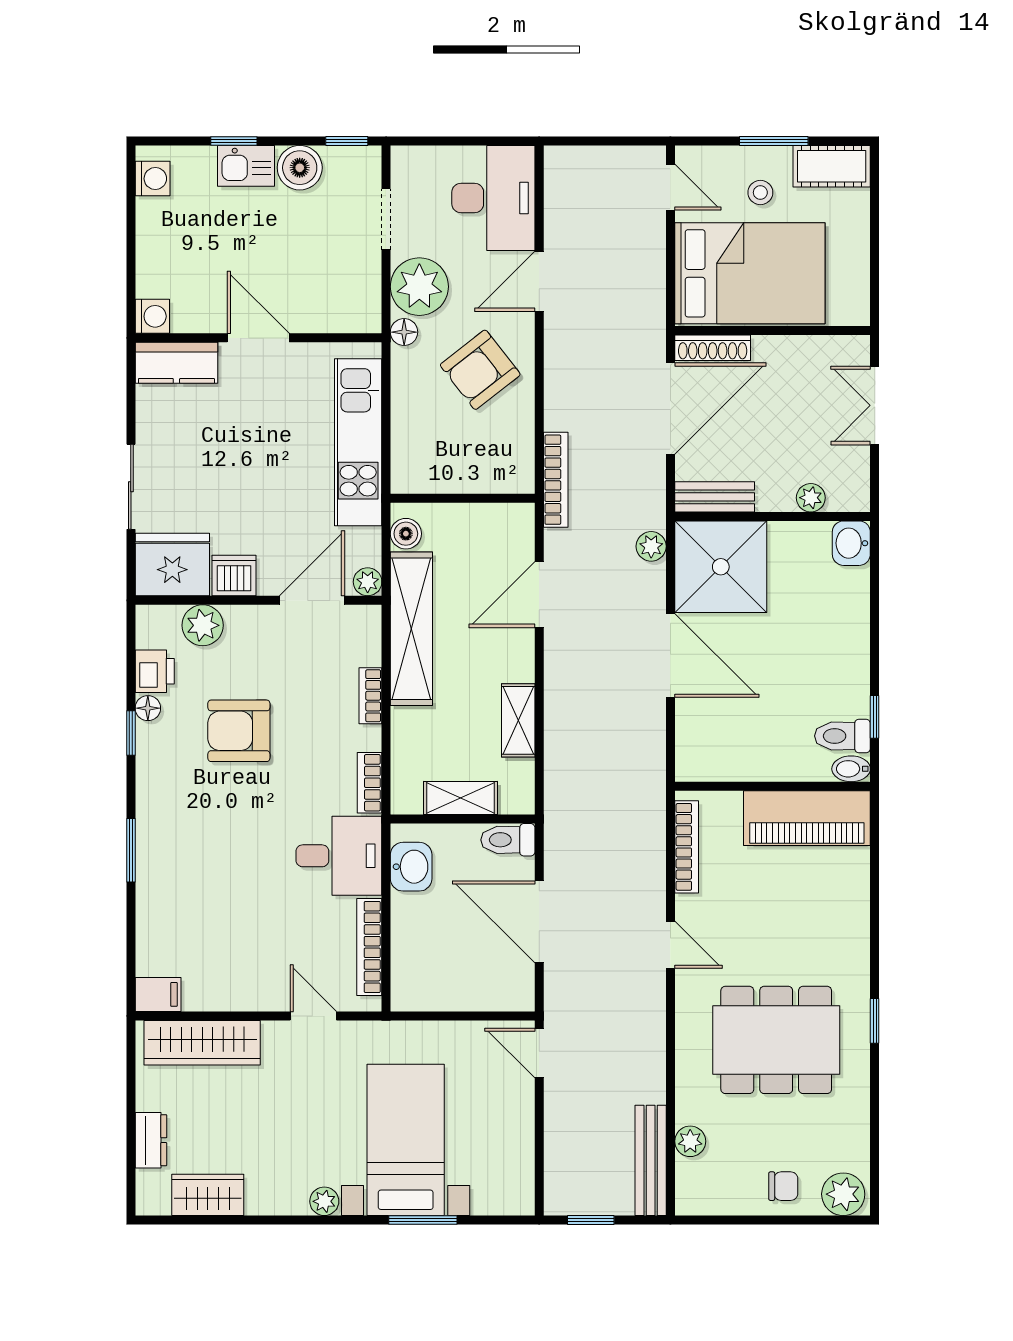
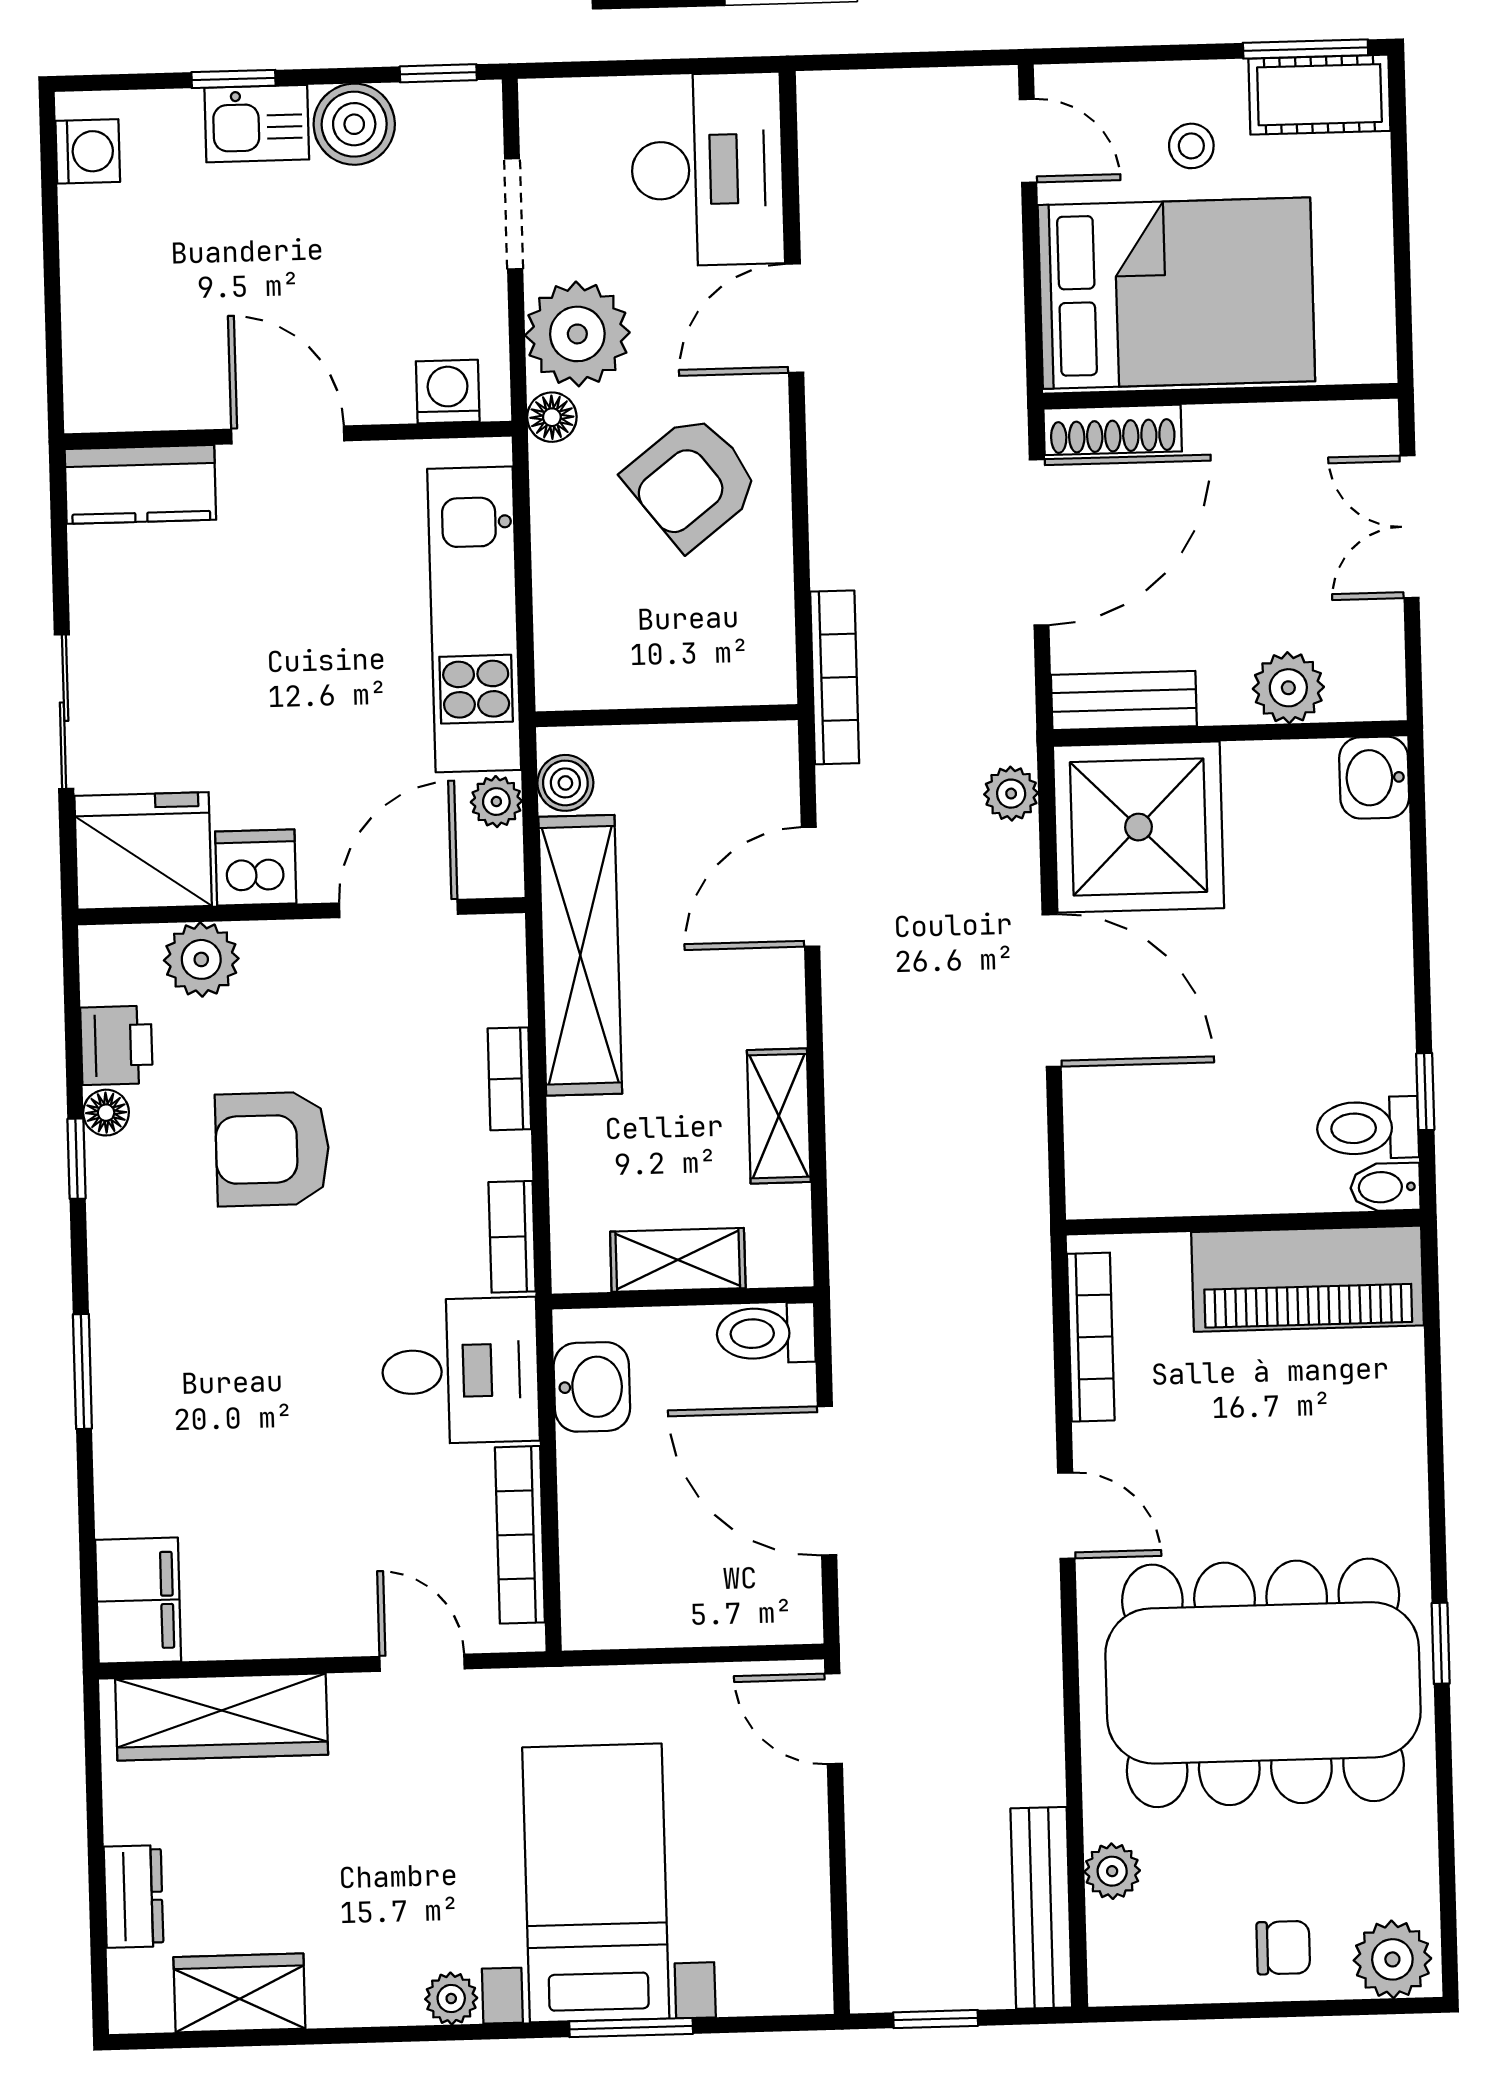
window: (774, 141) -> (1306, 49), moved
washing machine: (152, 316) -> (448, 392), moved, turned -90
plant: (811, 498) -> (1288, 688), width x1.38, depth x1.38
plant: (368, 582) -> (496, 802), moved
filing cabinet: (158, 994) -> (138, 1601), width x2.00
dining table: (776, 1040) -> (1263, 1683), width x1.36, depth x1.24

